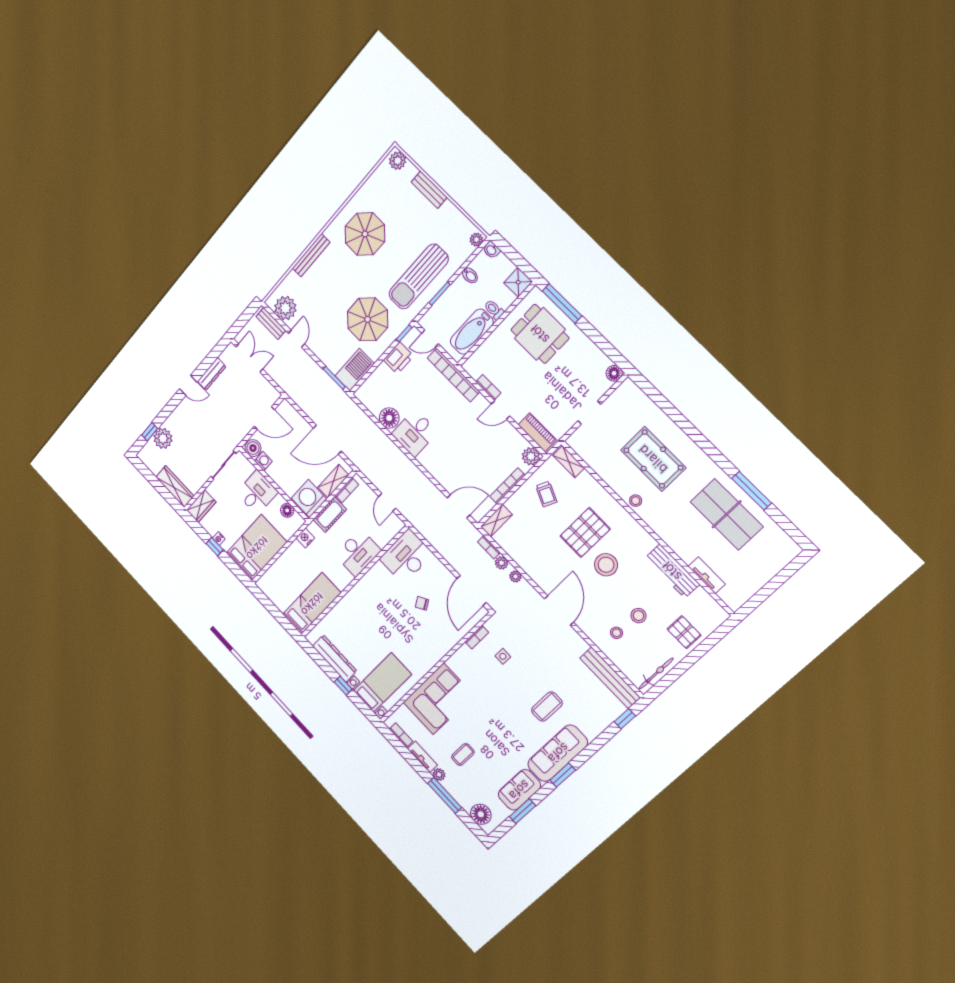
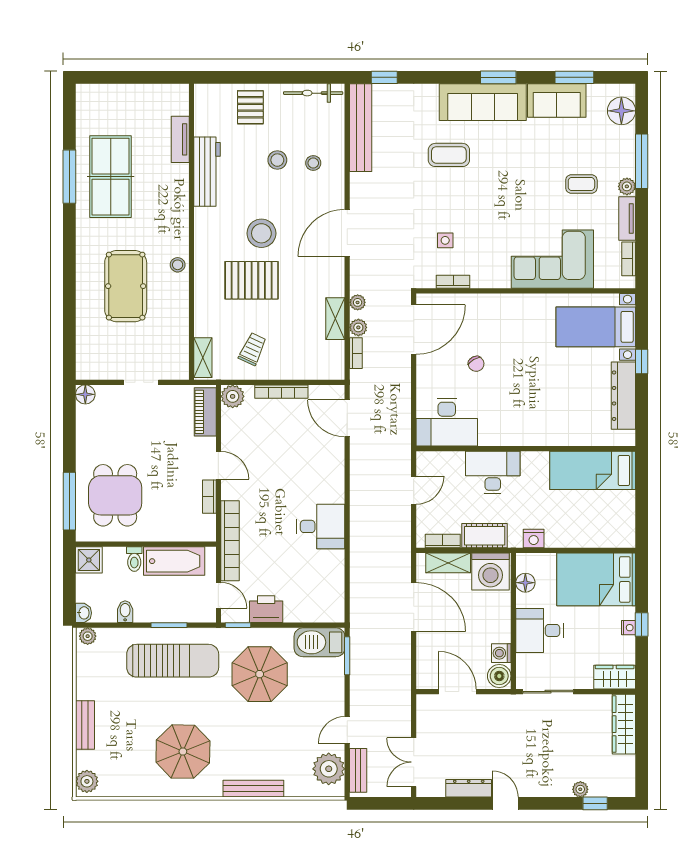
floor lamp: (389, 418) -> (331, 565), removed
plant: (163, 438) -> (580, 789), width x0.53, depth x0.53
shelving: (496, 521) -> (335, 319), moved, turned 90

